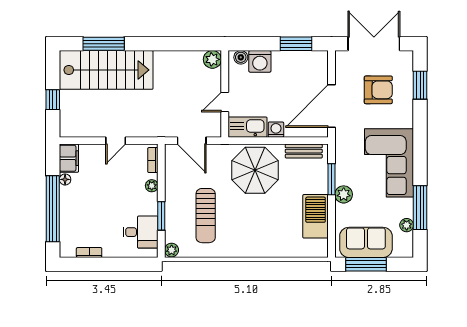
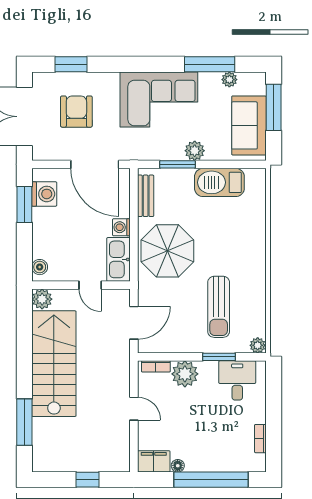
washing machine: (260, 61) -> (44, 194), moved
stairs: (106, 70) -> (54, 364), moved
plant: (152, 186) -> (185, 374), width x1.88, depth x1.88
sun lounger: (206, 216) -> (219, 307), turned 90
window: (366, 264) -> (274, 107), moved

